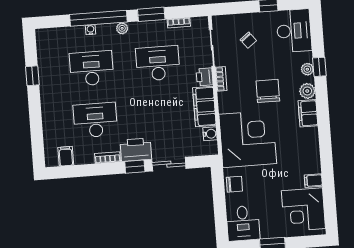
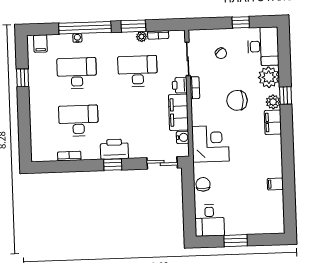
plant: (122, 28) -> (141, 37), moved
window: (319, 67) -> (286, 96), moved
plant: (307, 69) -> (269, 77), width x1.88, depth x1.88
chair: (268, 91) -> (237, 100), turned -90
corner desk: (248, 139) -> (210, 144), width x0.74, depth x0.74
filing cabinet: (66, 156) -> (40, 44), moved, turned 180
bookcase: (108, 158) -> (69, 156), moved
sliding door: (169, 164) -> (162, 163), moved
chair: (234, 184) -> (203, 184), turned -90
corner desk: (303, 210) -> (265, 210), removed

